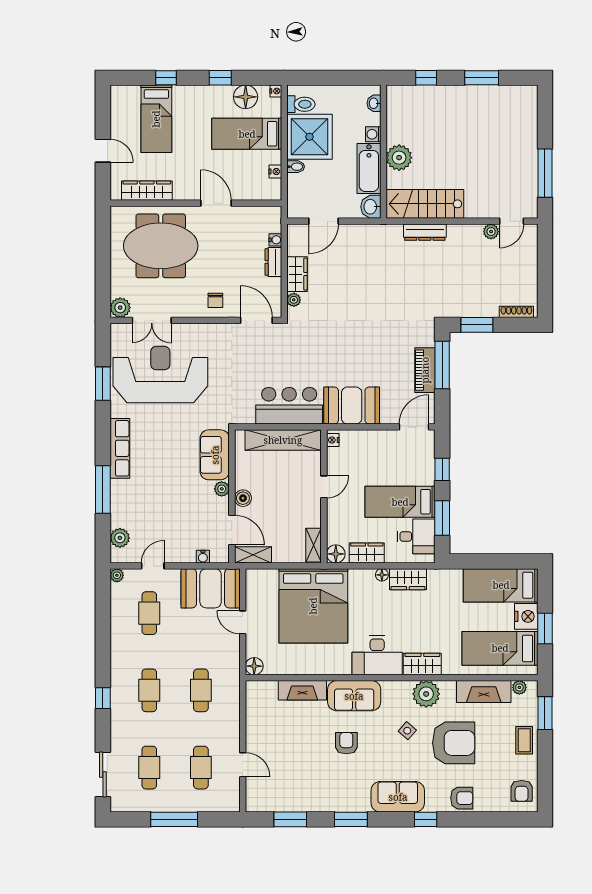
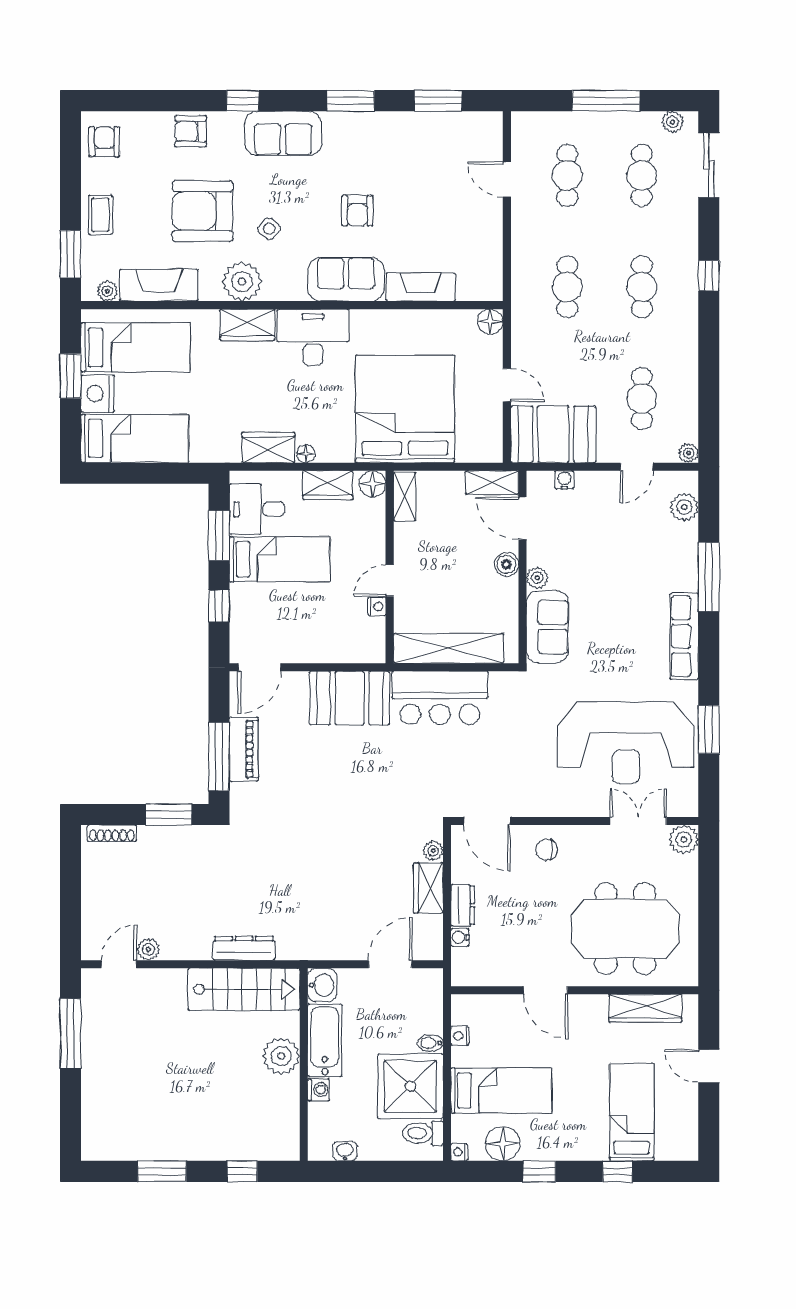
washbasin: (374, 103) -> (345, 1151), moved, turned -90
chair: (215, 300) -> (546, 850), turned -90
nightstand: (333, 440) -> (377, 606), moved
plant: (128, 805) -> (673, 122), added

